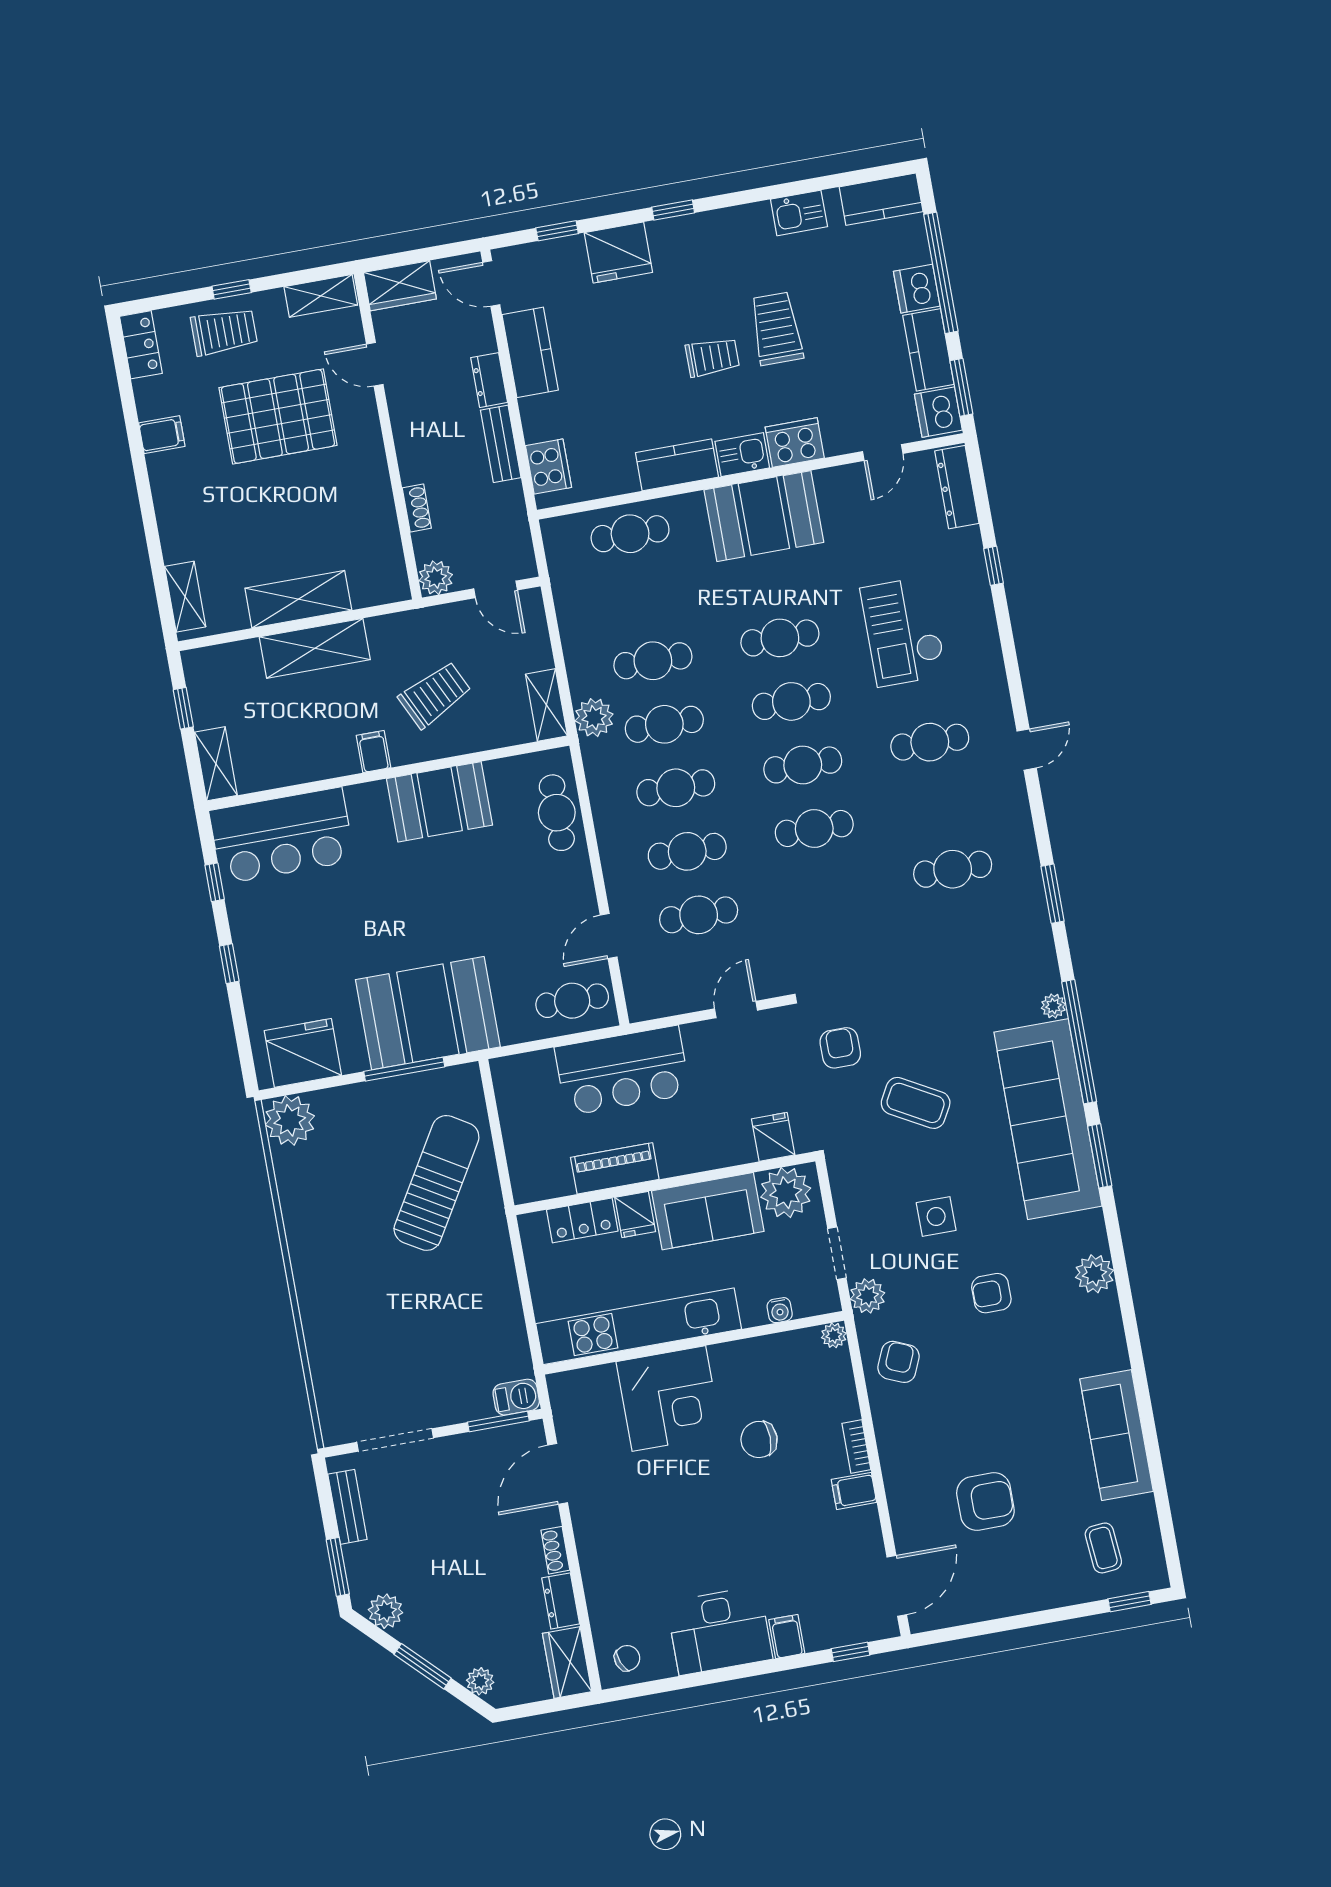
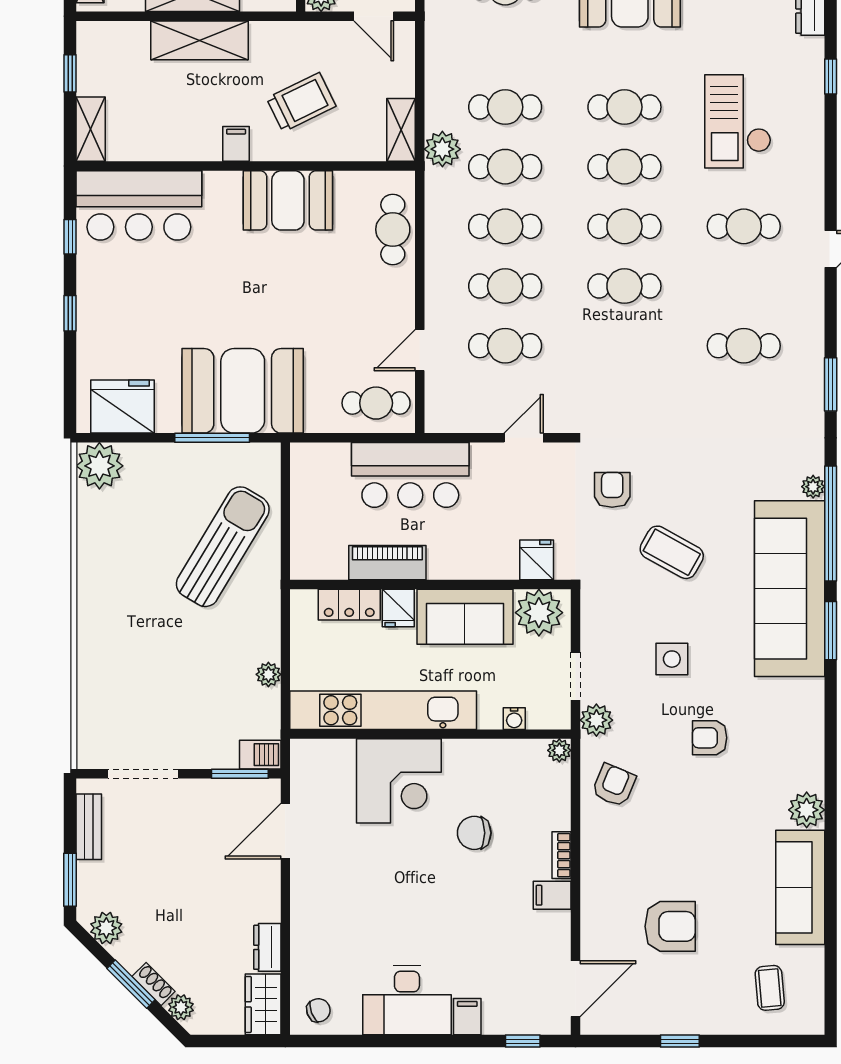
plant: (1094, 1274) -> (807, 810), moved
plant: (510, 1310) -> (268, 674), added
shoe rack: (555, 1550) -> (154, 984), moved, turned 135
window: (1130, 1602) -> (680, 1041), moved

